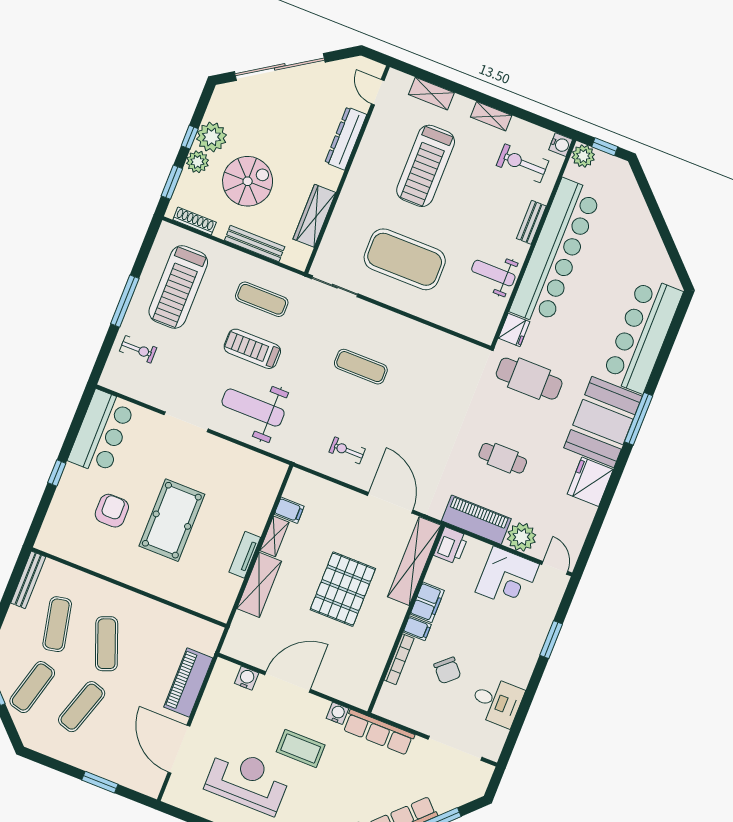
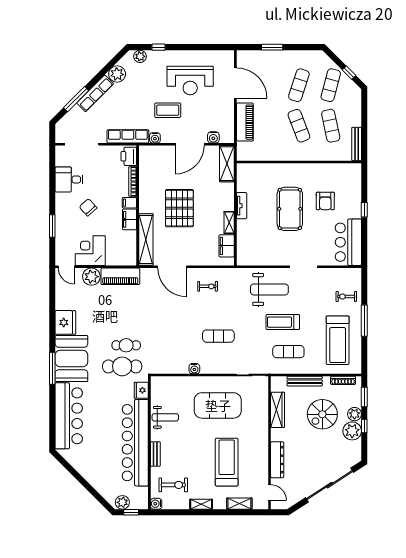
plant: (583, 156) -> (122, 502), moved
treadmill: (178, 287) -> (338, 340), turned 180
water cooler: (418, 331) -> (194, 369), added
treadmill: (252, 349) -> (283, 322), turned 180
cafe table: (503, 458) -> (126, 345), moved
filing cabinet: (289, 510) -> (227, 246), width x2.00
printer: (451, 546) -> (129, 156), moved
shelving: (259, 585) -> (227, 164), moved
chair: (447, 670) -> (88, 207), moved

